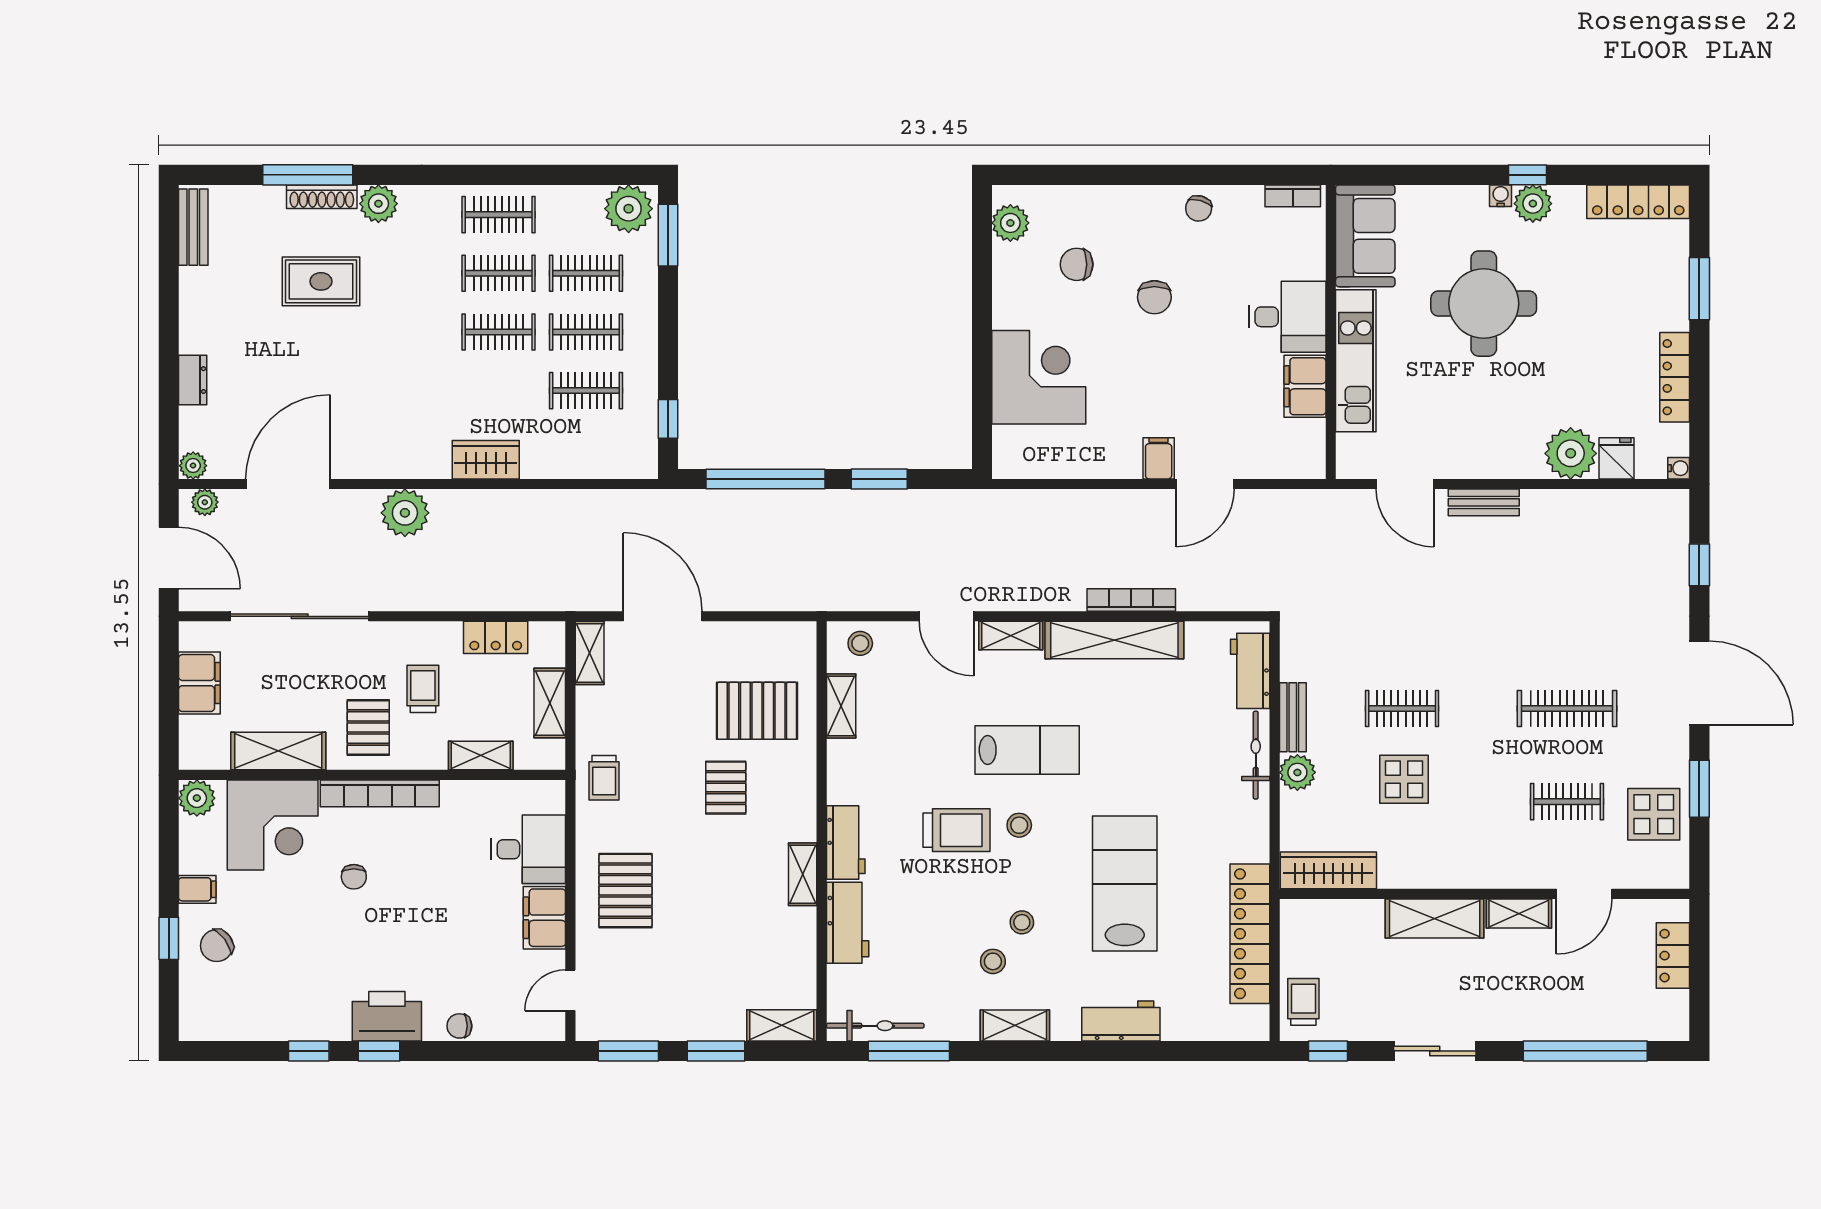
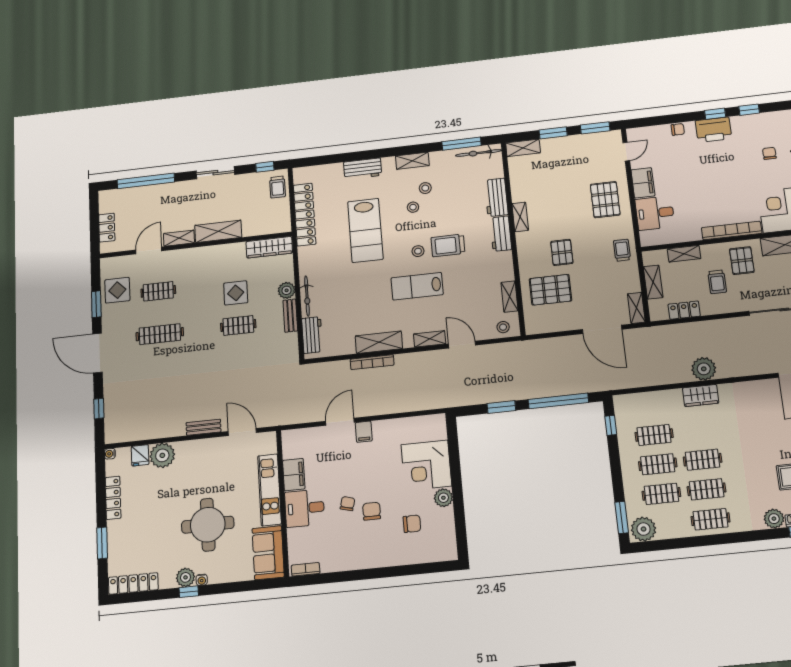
chair: (1199, 208) -> (348, 504), moved
plant: (1010, 223) -> (443, 498), moved
plant: (405, 513) -> (704, 369), moved
shelving: (1114, 640) -> (379, 342), width x0.68
chair: (354, 877) -> (769, 153), moved

